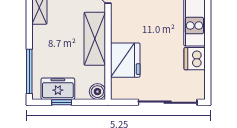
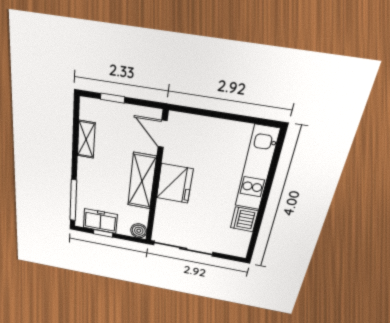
fridge: (125, 60) -> (175, 184), moved
sliding door: (168, 102) -> (183, 248), moved

